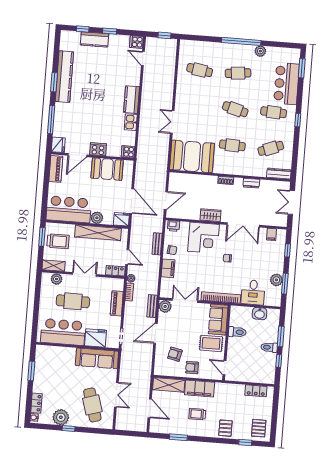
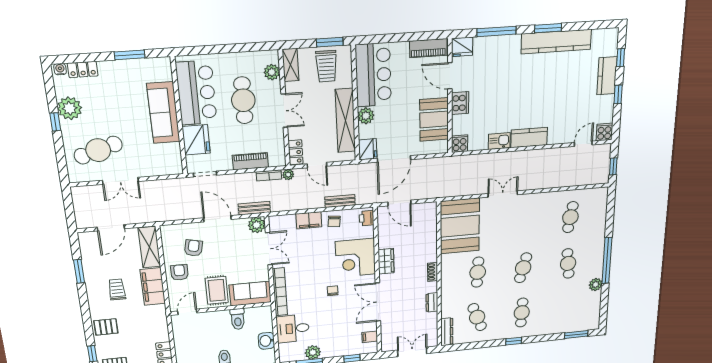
bar counter: (287, 84) -> (557, 321), removed
door: (127, 257) -> (317, 165), hinge flipped
sofa: (97, 358) -> (163, 113), moved

